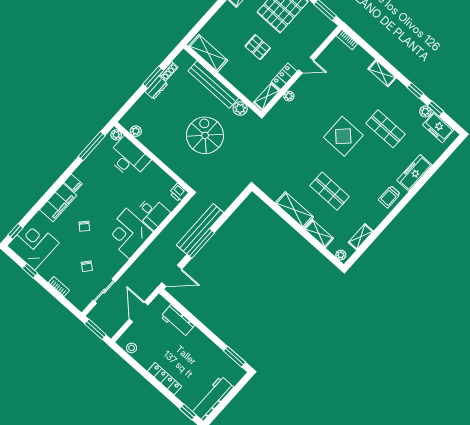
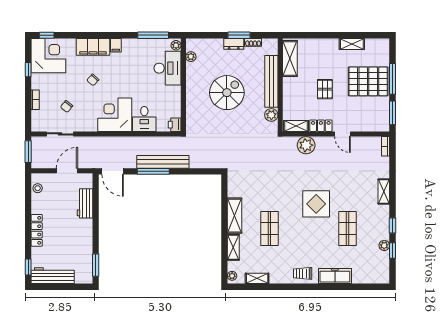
plant: (289, 96) -> (306, 145), width x1.87, depth x1.87
freezer: (438, 127) -> (381, 264), removed
spiral stairs: (205, 135) -> (227, 93), moved

